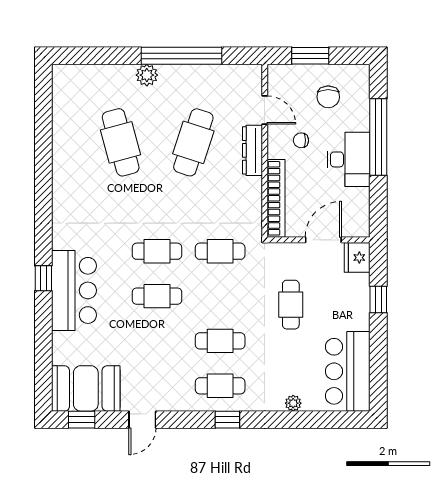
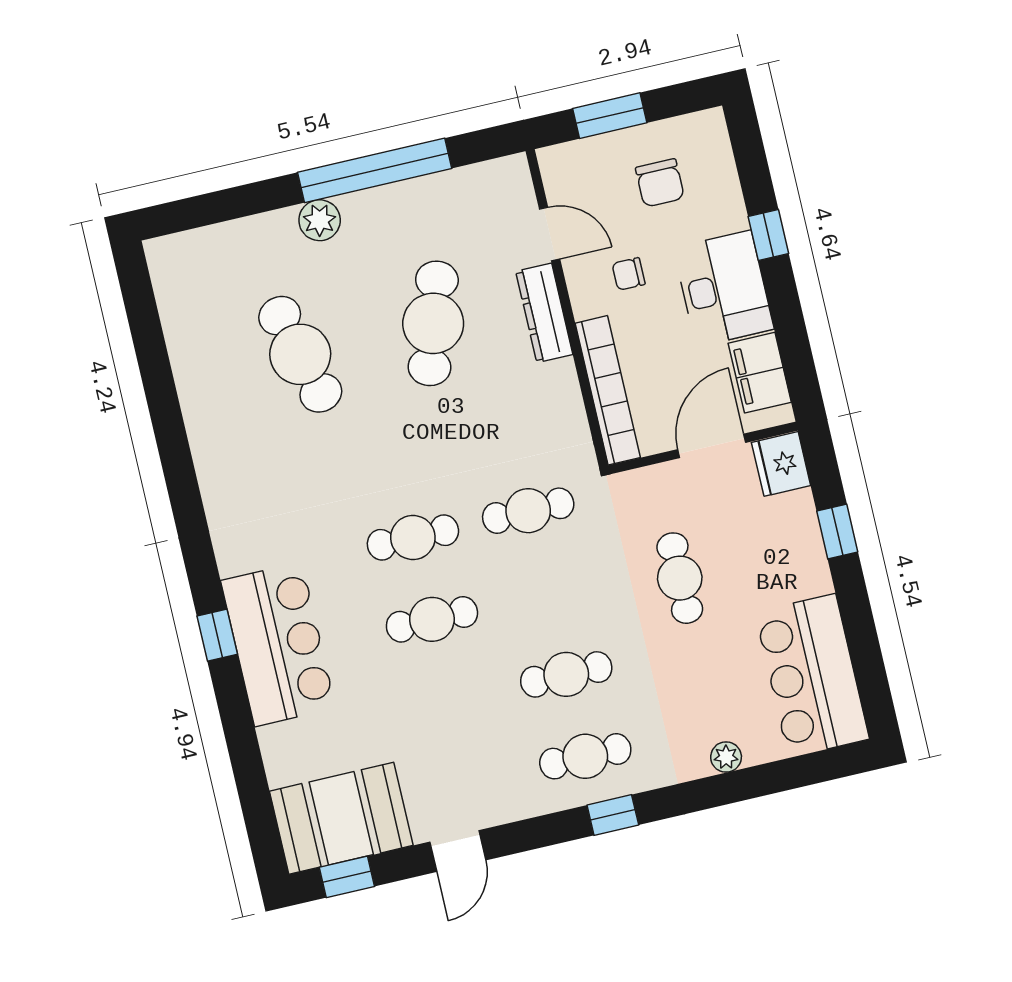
window: (378, 137) -> (768, 235), width x0.32
filing cabinet: (357, 208) -> (760, 373), added

